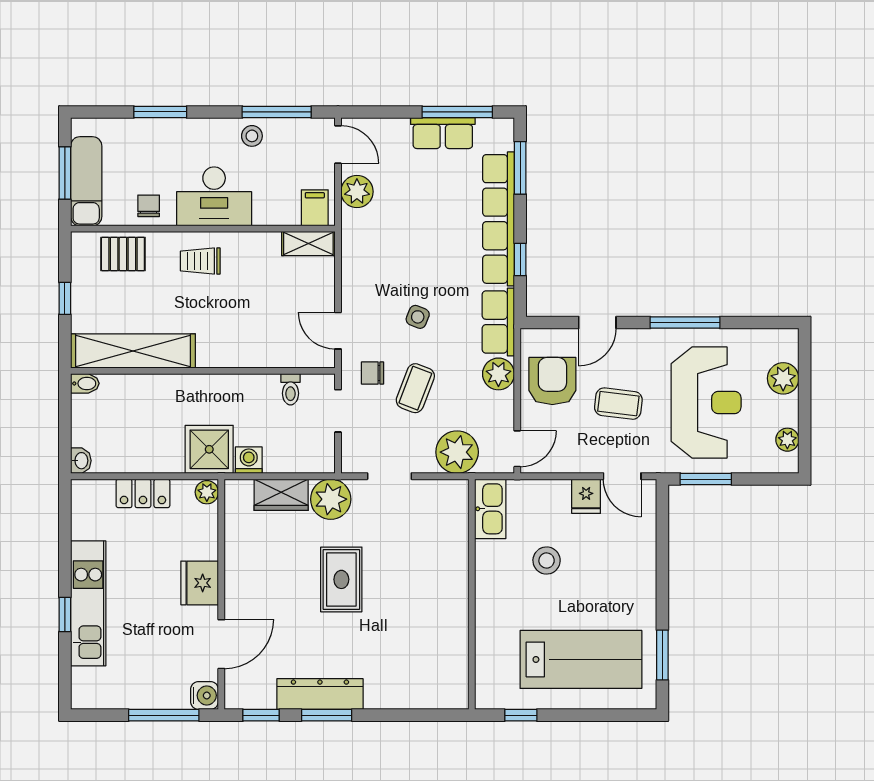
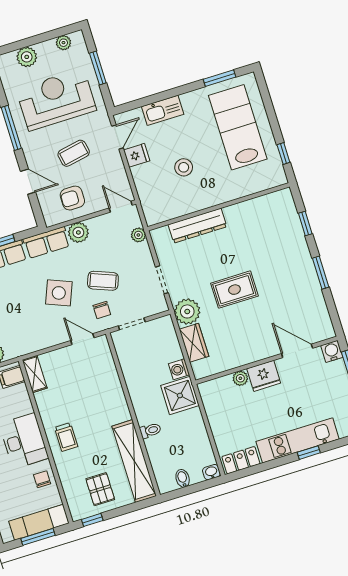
chair: (149, 206) -> (42, 479), turned 90
pallet: (123, 254) -> (100, 489), moved
window: (65, 298) -> (92, 520), moved
side table: (418, 317) -> (59, 293), width x1.87, depth x1.87
door: (338, 331) -> (82, 339), swing flipped
armchair: (552, 381) -> (72, 198), width x0.72, depth x0.72
bidet: (85, 383) -> (183, 478), moved
toilet: (290, 389) -> (150, 430), moved
coffee table: (618, 404) -> (74, 153), turned 72
plant: (457, 452) -> (138, 235), width x0.53, depth x0.53
window: (706, 479) -> (98, 68), moved
plant: (207, 492) -> (240, 378), moved
locker: (143, 493) -> (241, 460), moved, turned -90
kitchen sink: (490, 509) -> (163, 110), moved, turned 180
dresser: (320, 694) -> (197, 226), moved, turned -90
window: (261, 715) -> (305, 224), moved

